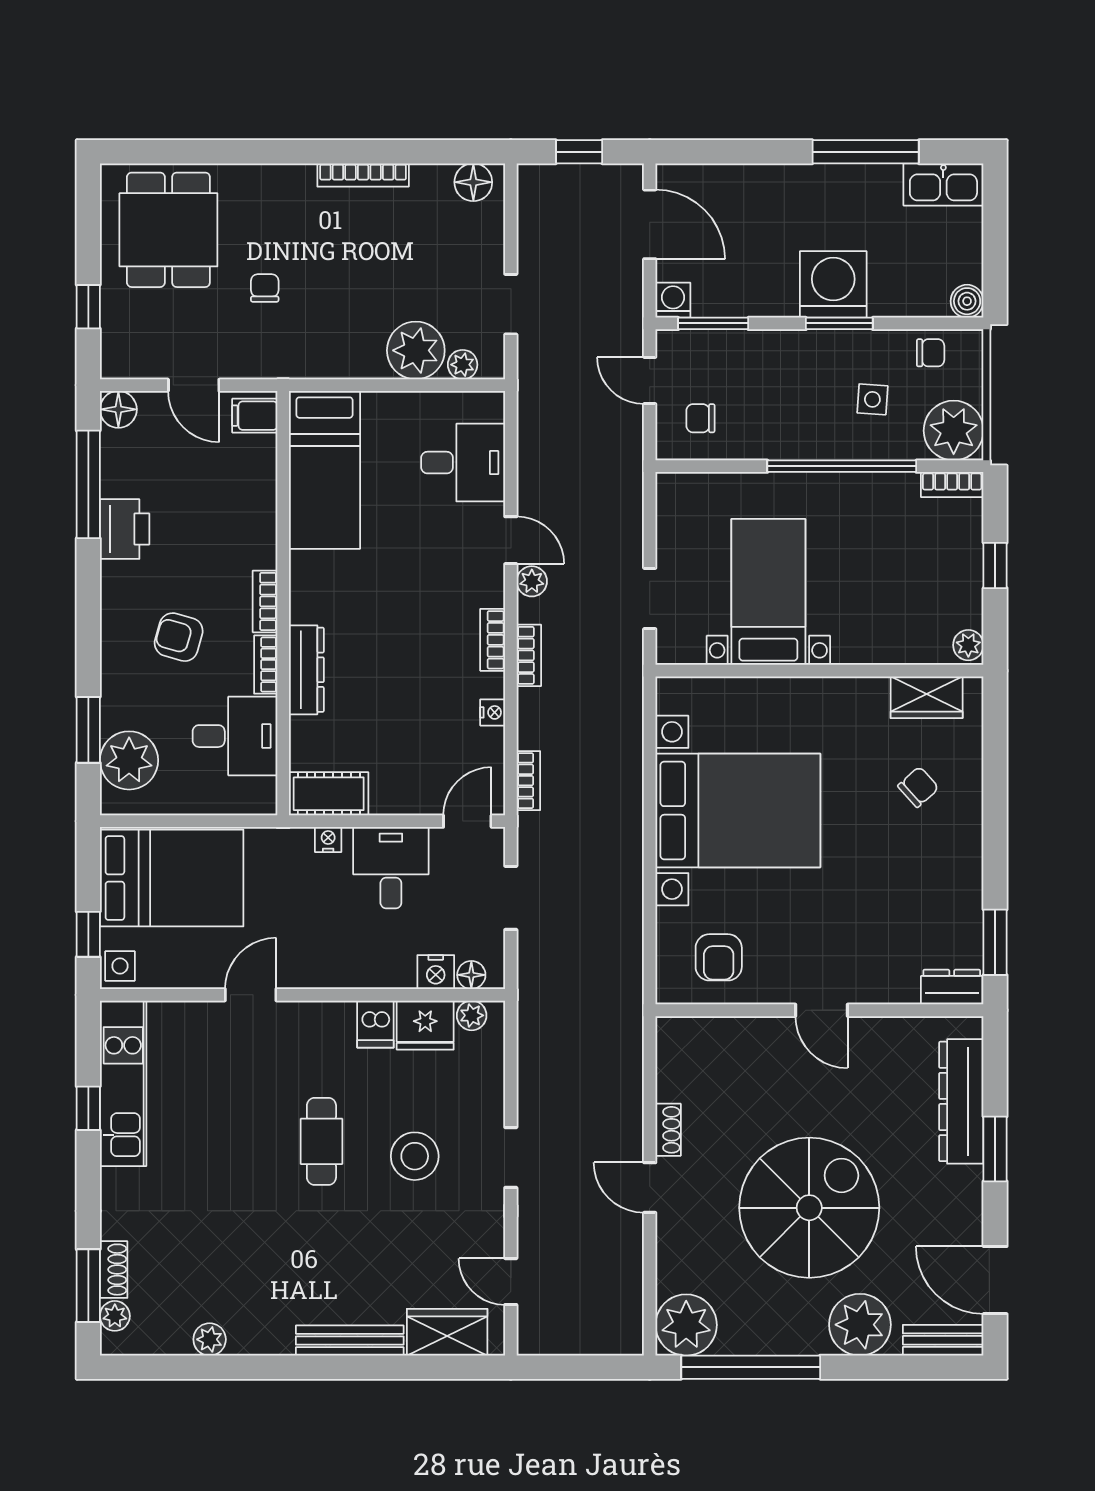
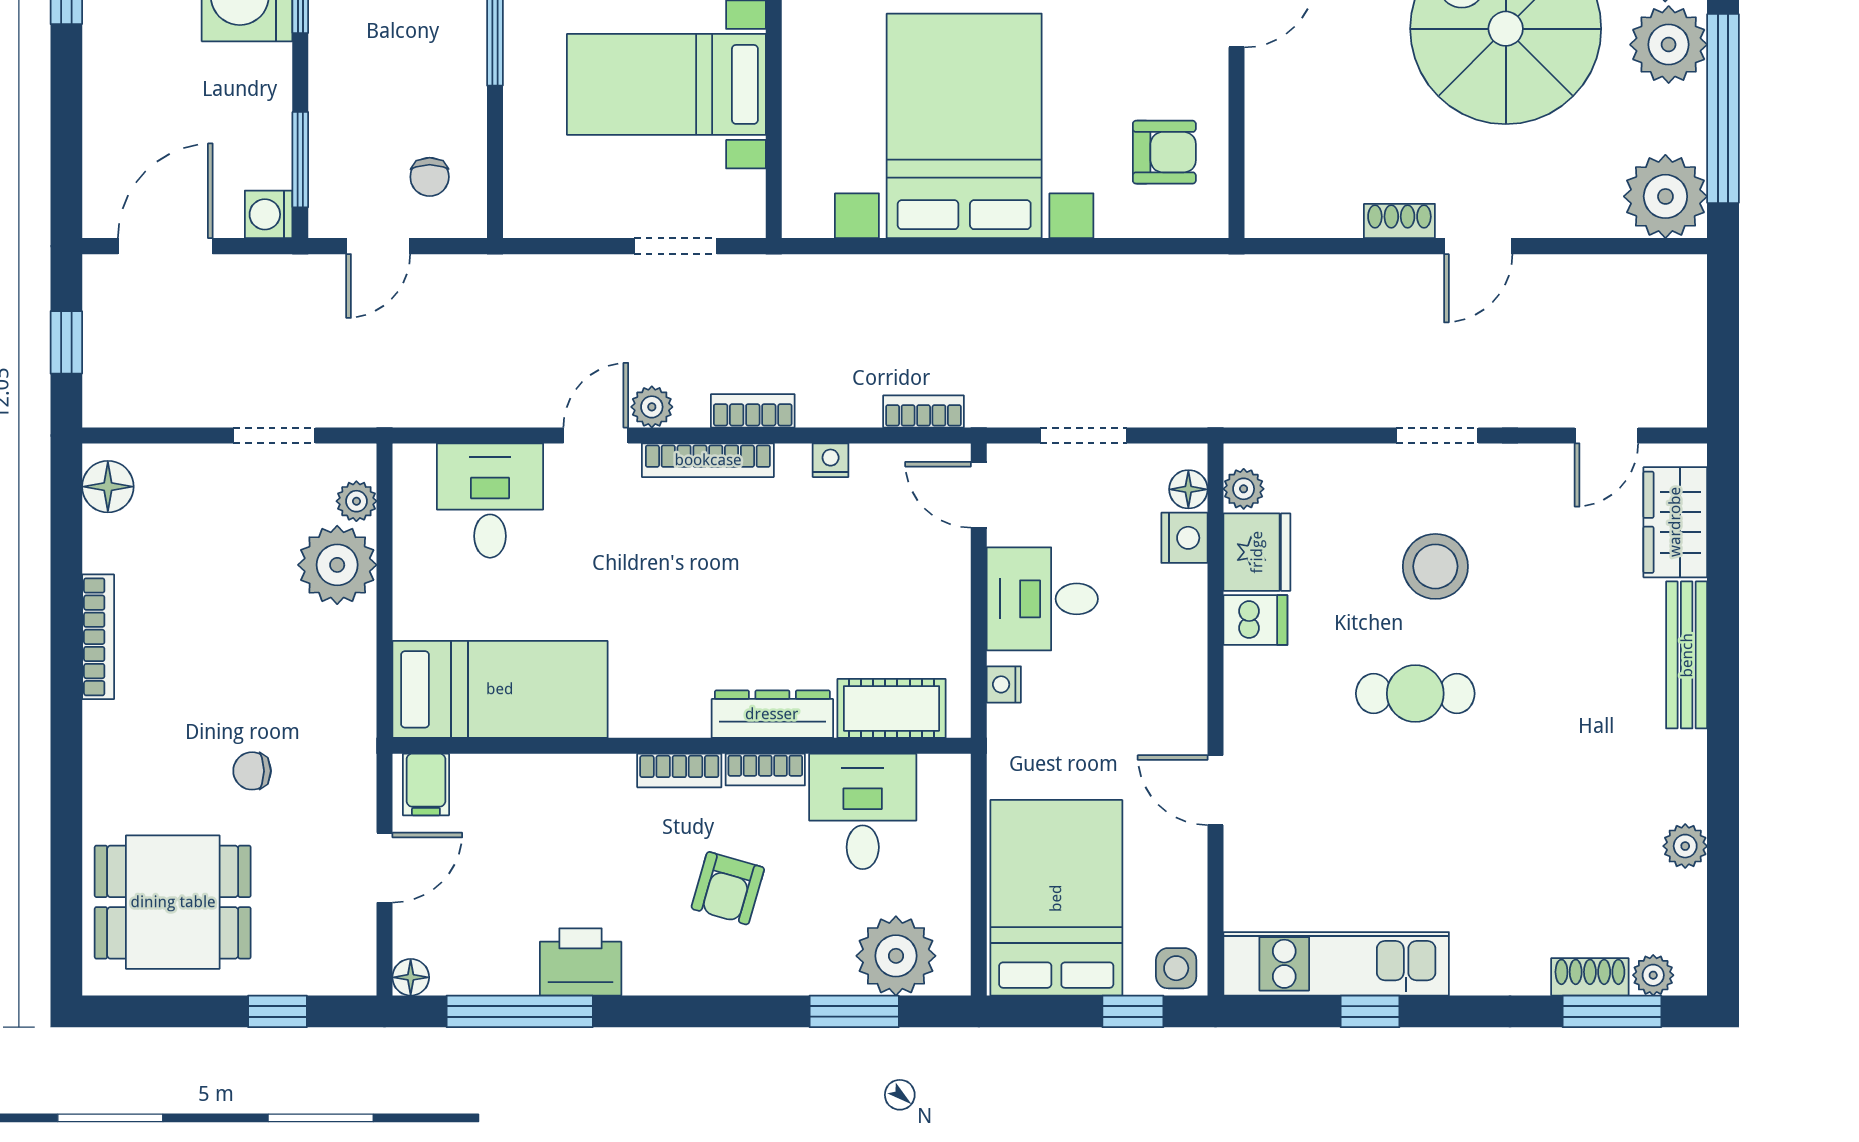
floor lamp: (118, 409) -> (411, 977), width x0.73, depth x0.73
bookcase: (493, 640) -> (708, 460), width x1.56
cot: (329, 794) -> (891, 708), moved, turned 90
plant: (798, 1327) -> (1669, 45), added

